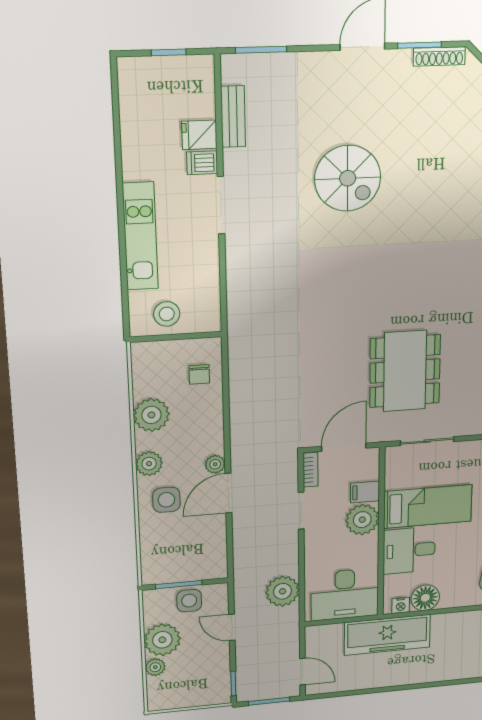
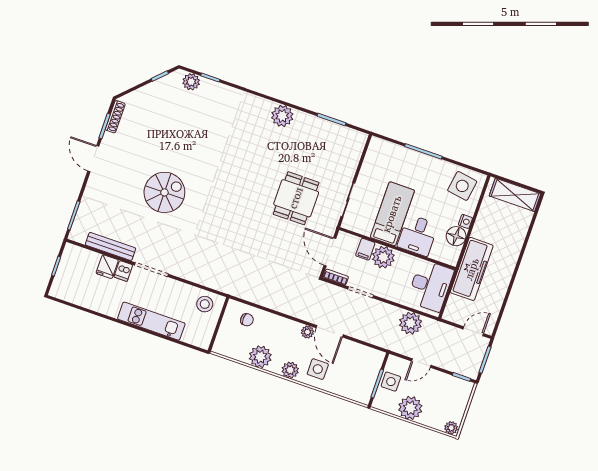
bench: (233, 117) -> (111, 246), width x1.36
stool: (167, 314) -> (205, 304), moved
dining table: (405, 371) -> (296, 198), width x0.73
nightstand: (401, 605) -> (465, 221), moved
plant: (155, 667) -> (451, 428), moved

